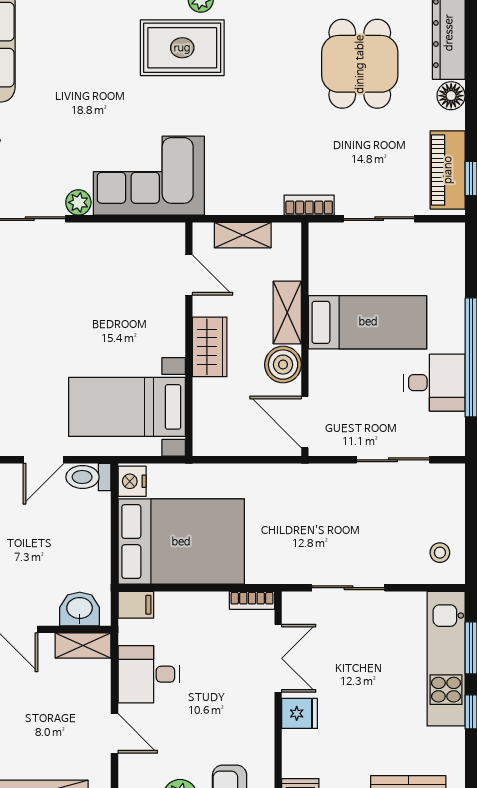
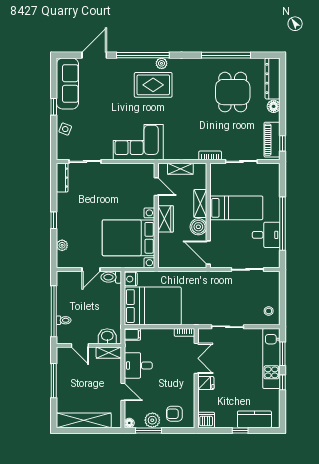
plant: (78, 202) -> (107, 154), removed
bed with nightstands: (127, 407) -> (128, 238), width x1.36

